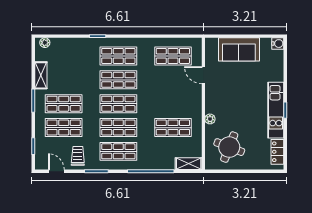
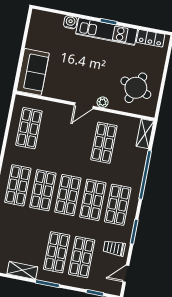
water cooler: (278, 44) -> (70, 22), moved
sofa: (239, 49) -> (33, 72), moved
door: (203, 75) -> (84, 106), moved

